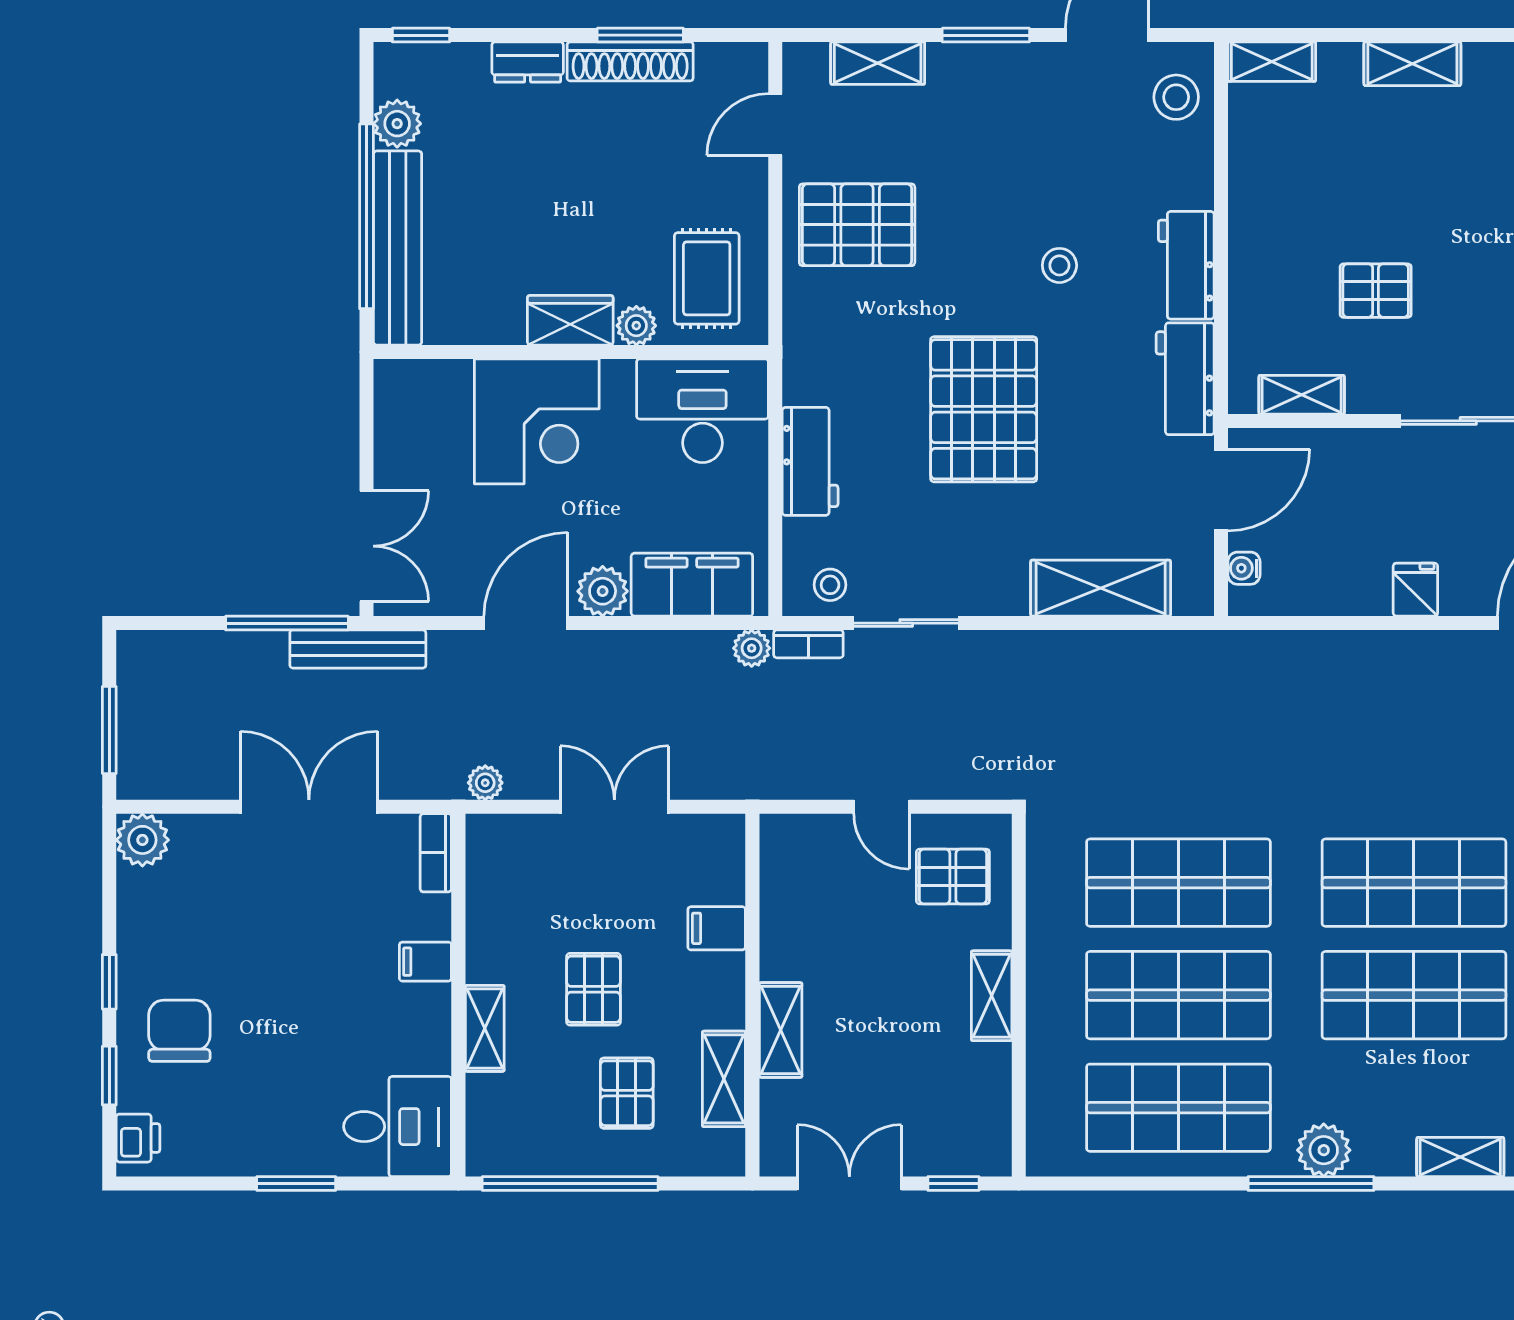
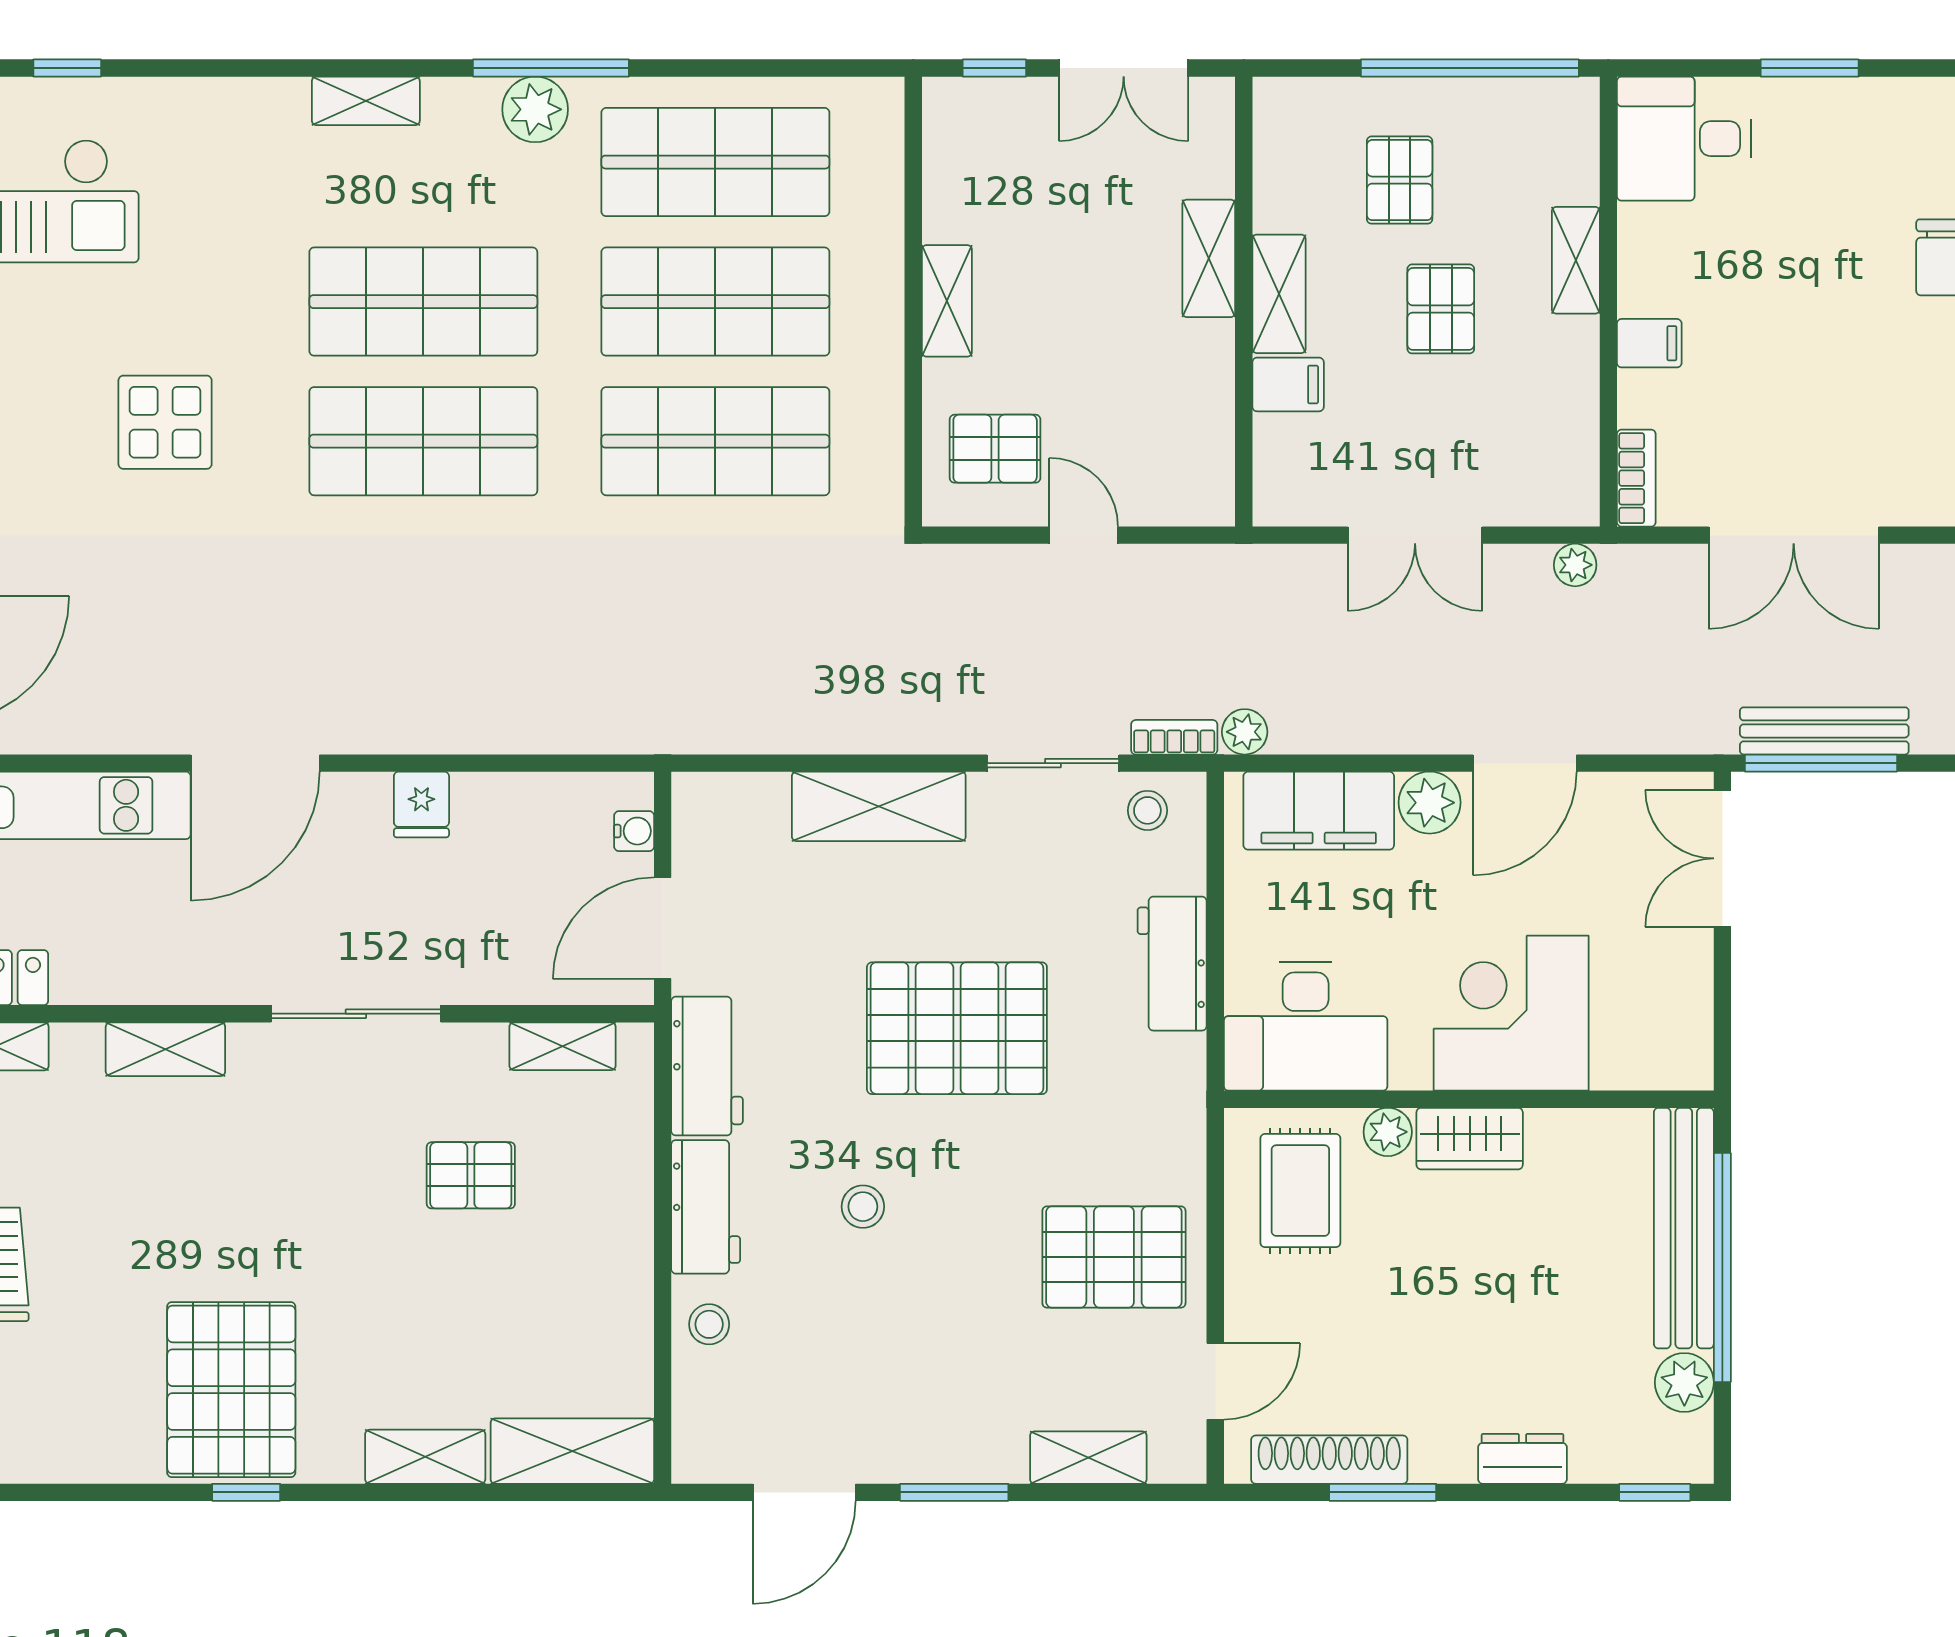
shoe rack: (630, 61) -> (1329, 1460), moved
shelving: (1272, 62) -> (572, 1451), width x1.50, depth x1.33
stool: (1176, 97) -> (709, 1324), moved, width x0.73, depth x0.73
pallet: (984, 409) -> (957, 1028), turned 90
shelving: (1101, 588) -> (879, 806), moved
bench: (358, 649) -> (1824, 731), moved
shelving: (724, 1079) -> (1279, 294), moved

